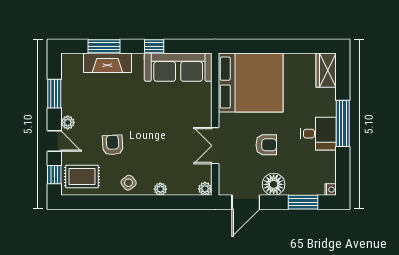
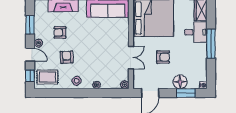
armchair: (102, 106) -> (60, 33), added
desk: (318, 134) -> (196, 32), moved
double door: (215, 146) -> (131, 58), swing flipped
floor lamp: (274, 184) -> (180, 82), moved

